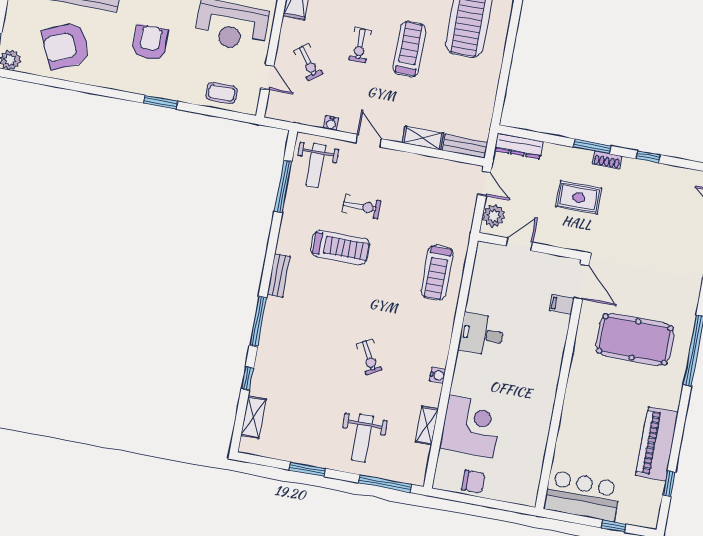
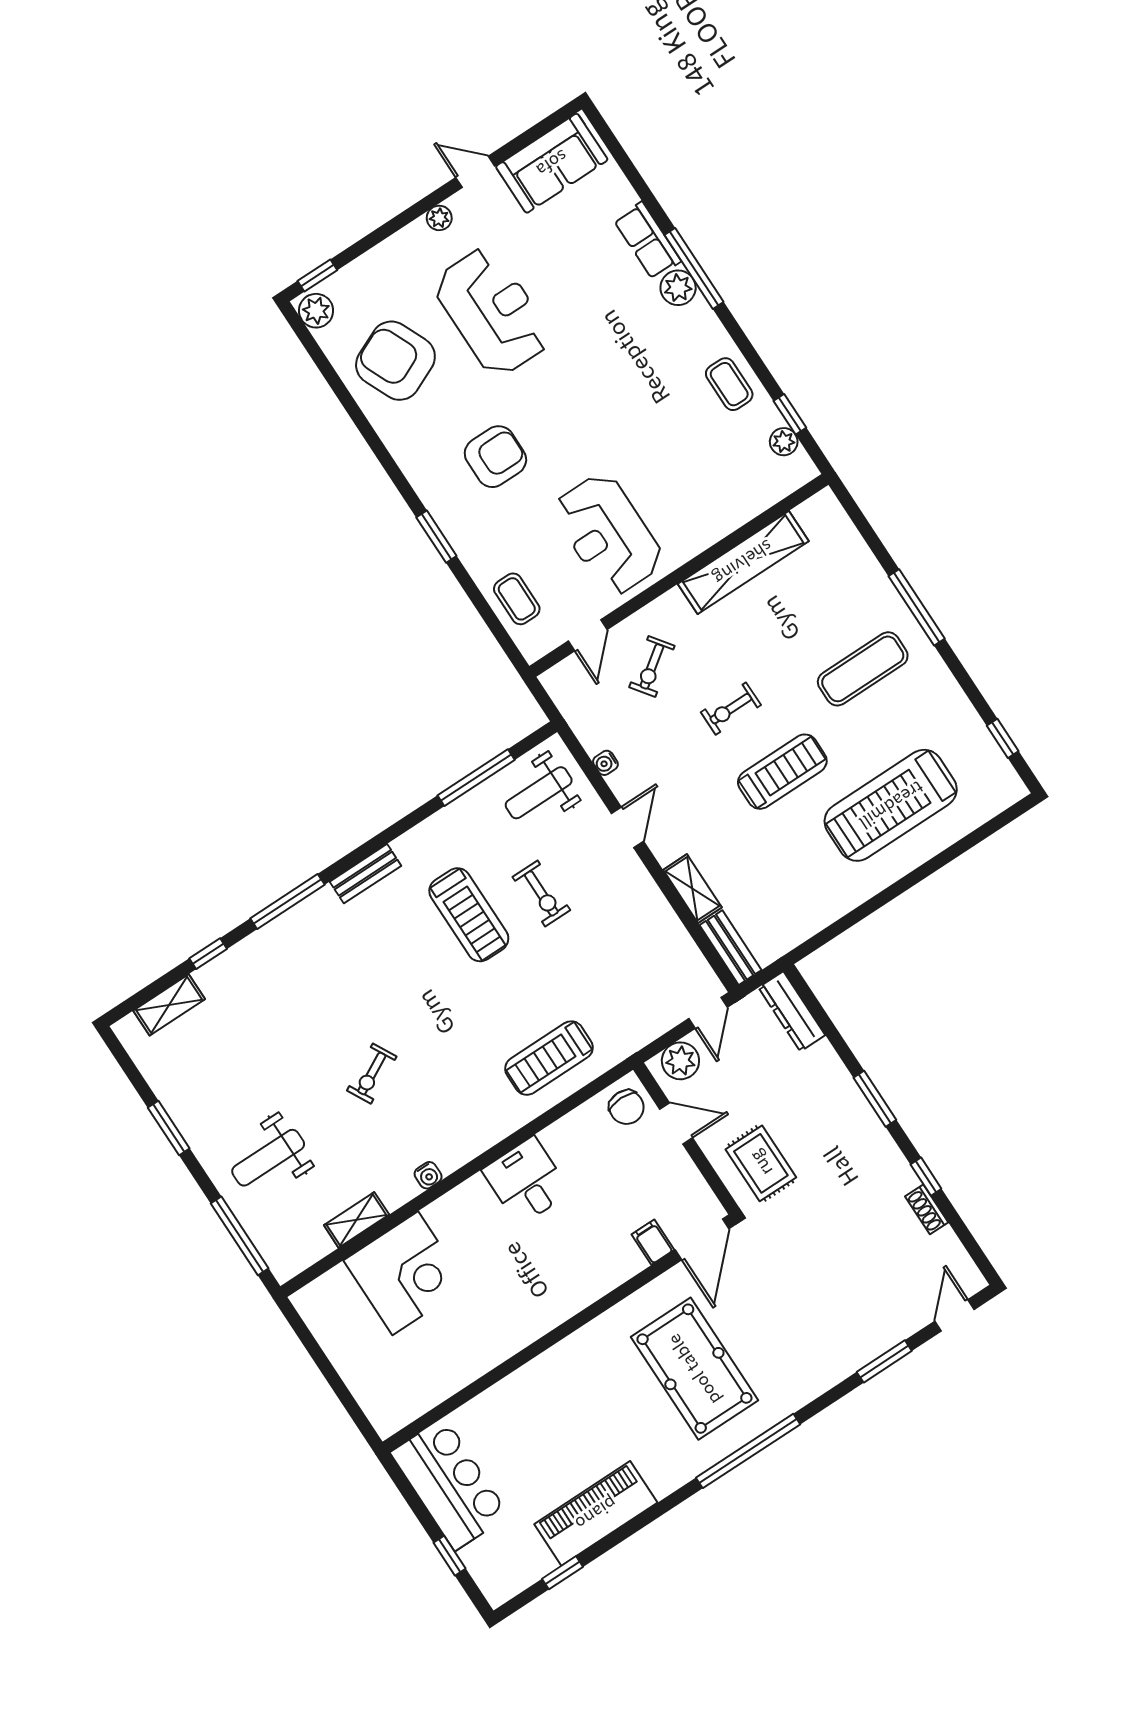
shoe rack: (607, 160) -> (927, 1209), moved
rug: (579, 197) -> (761, 1163), moved
chair: (473, 482) -> (627, 1107), moved

